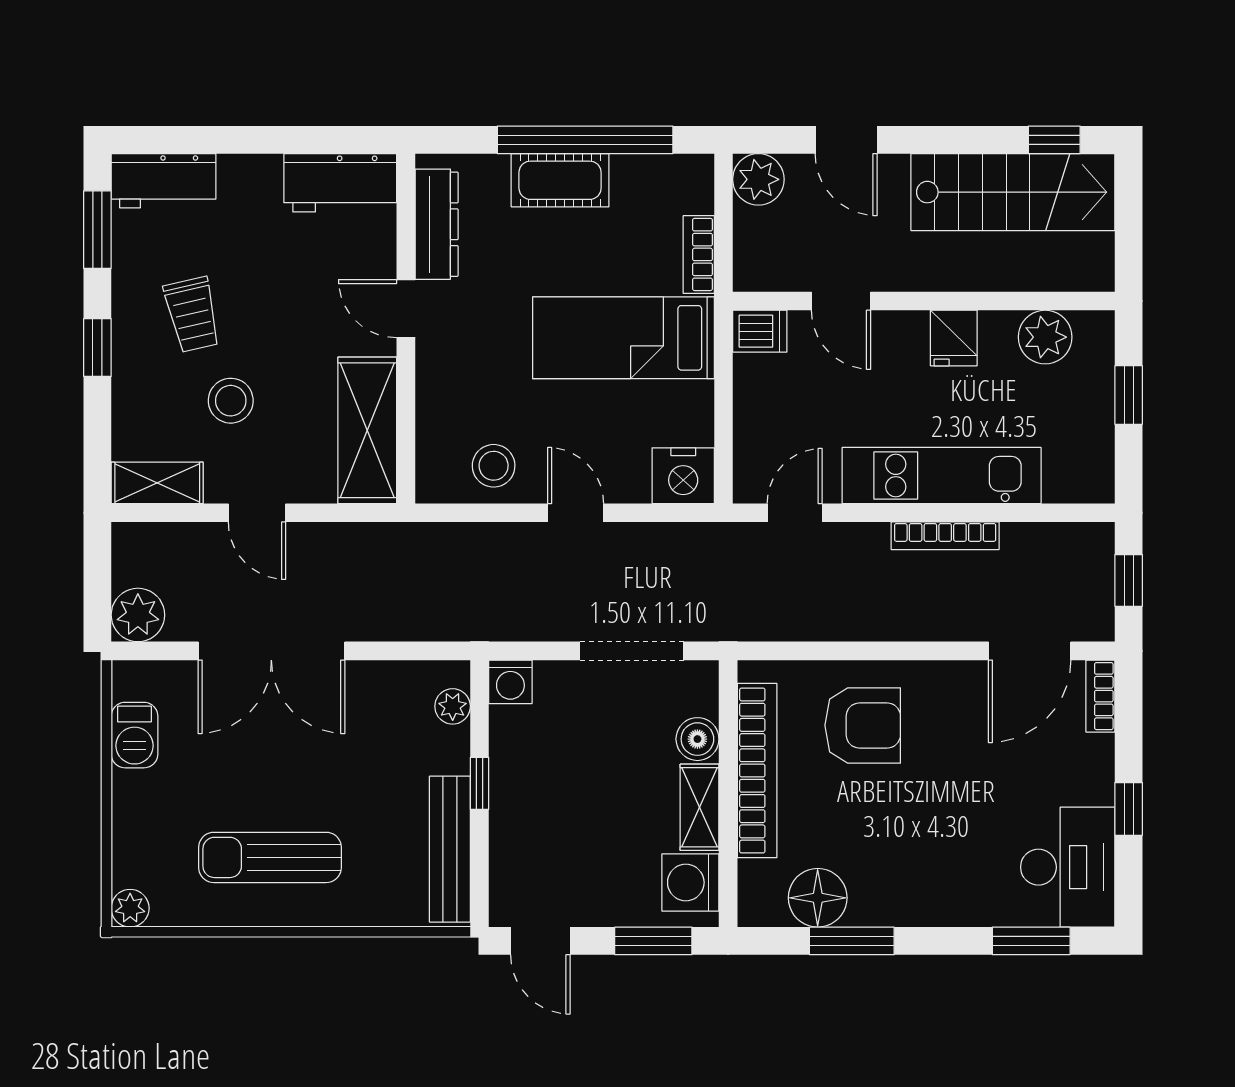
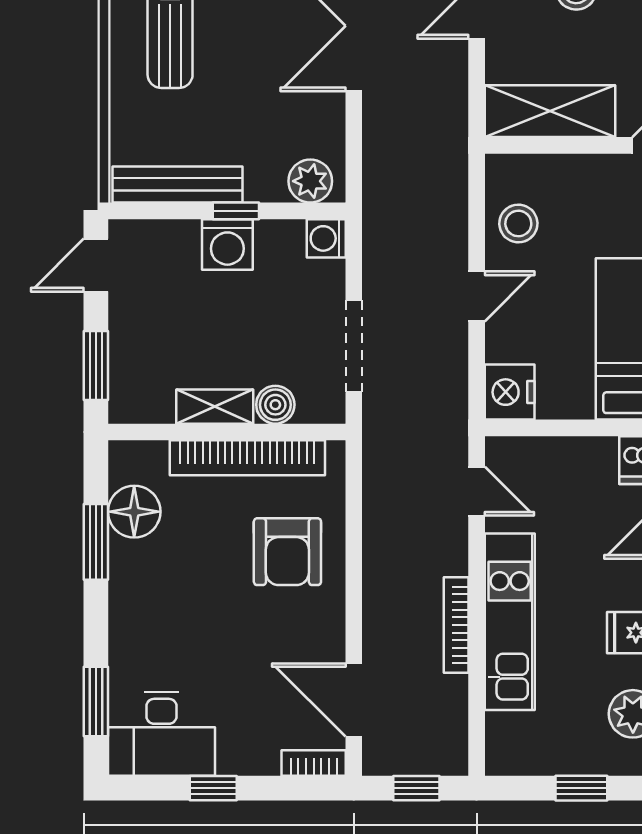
plant: (453, 706) -> (310, 181), width x1.38, depth x1.38
washing machine: (690, 882) -> (227, 244), moved, turned 180

